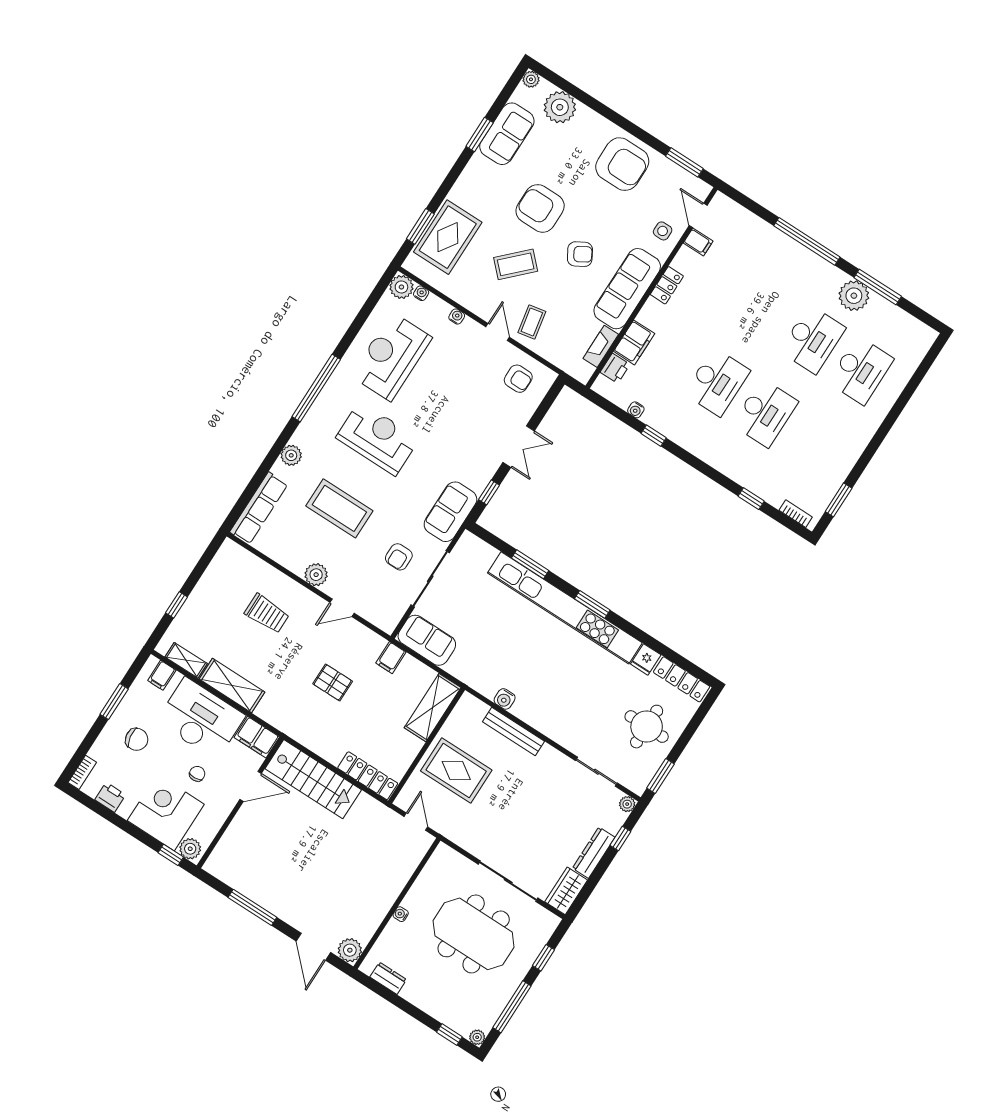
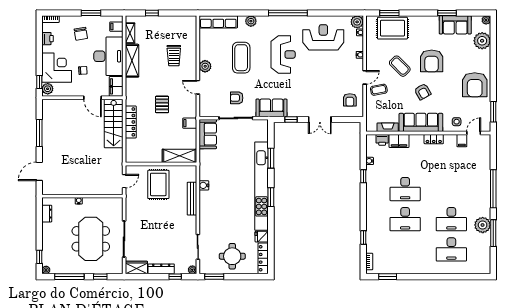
armchair: (540, 208) -> (432, 61), turned 180
locker: (368, 776) -> (131, 122), moved
plant: (350, 950) -> (48, 189), removed

